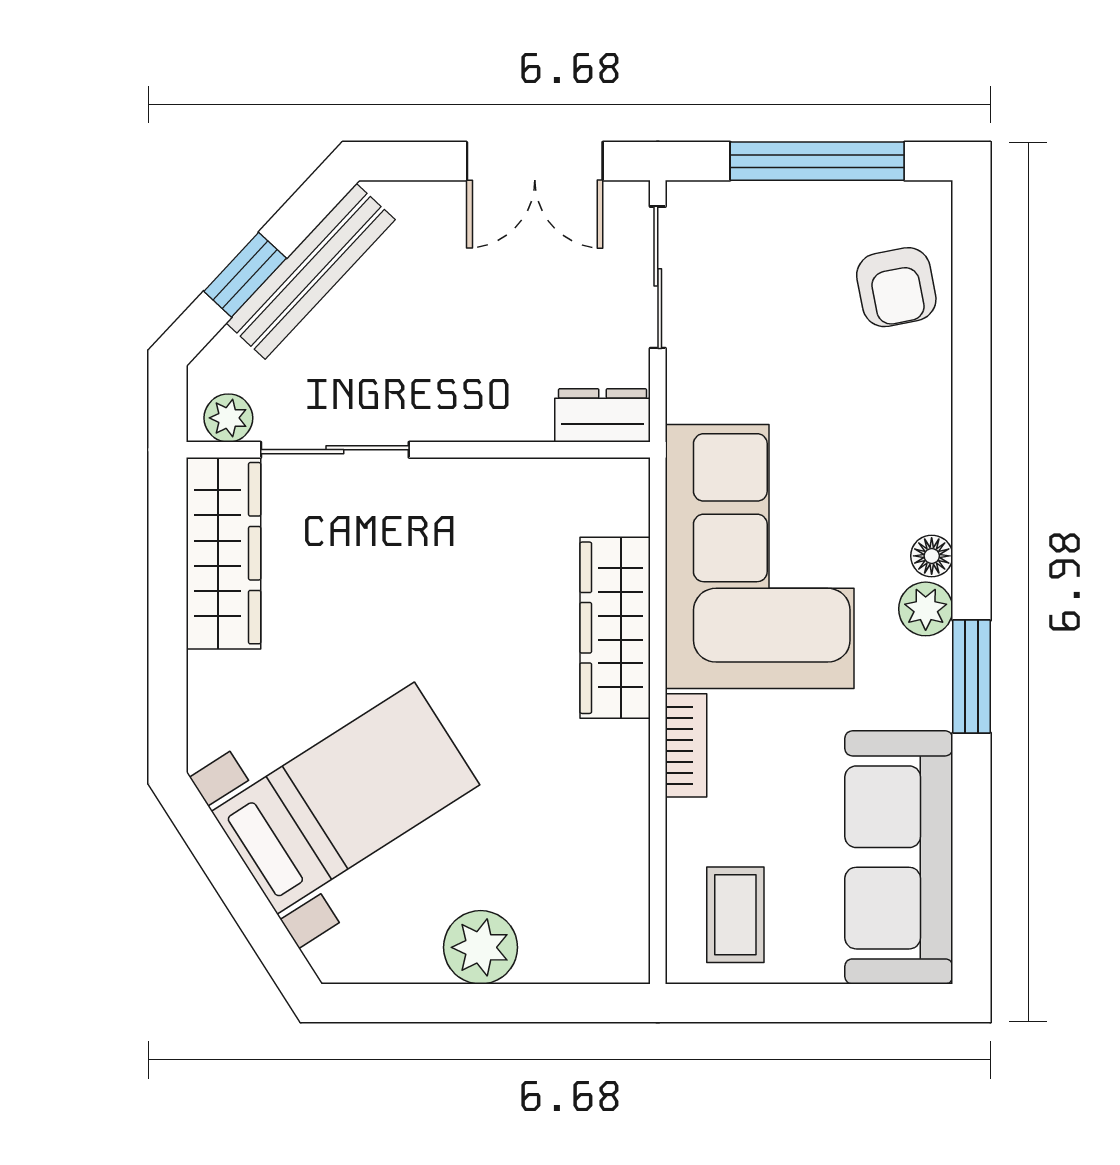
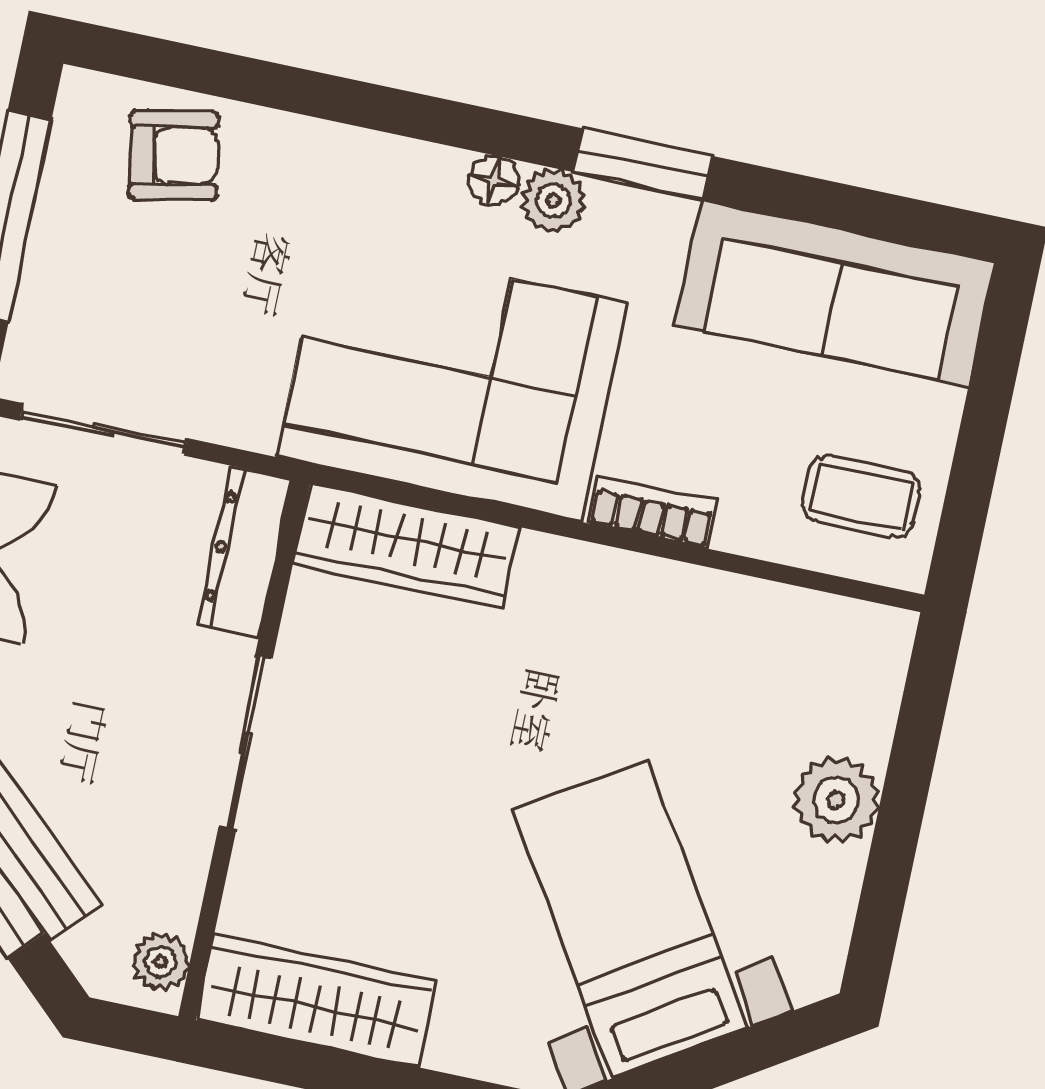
dresser: (603, 415) -> (245, 552), width x1.44
sliding door: (335, 450) -> (246, 743), moved
wardrobe: (615, 628) -> (407, 545), moved

